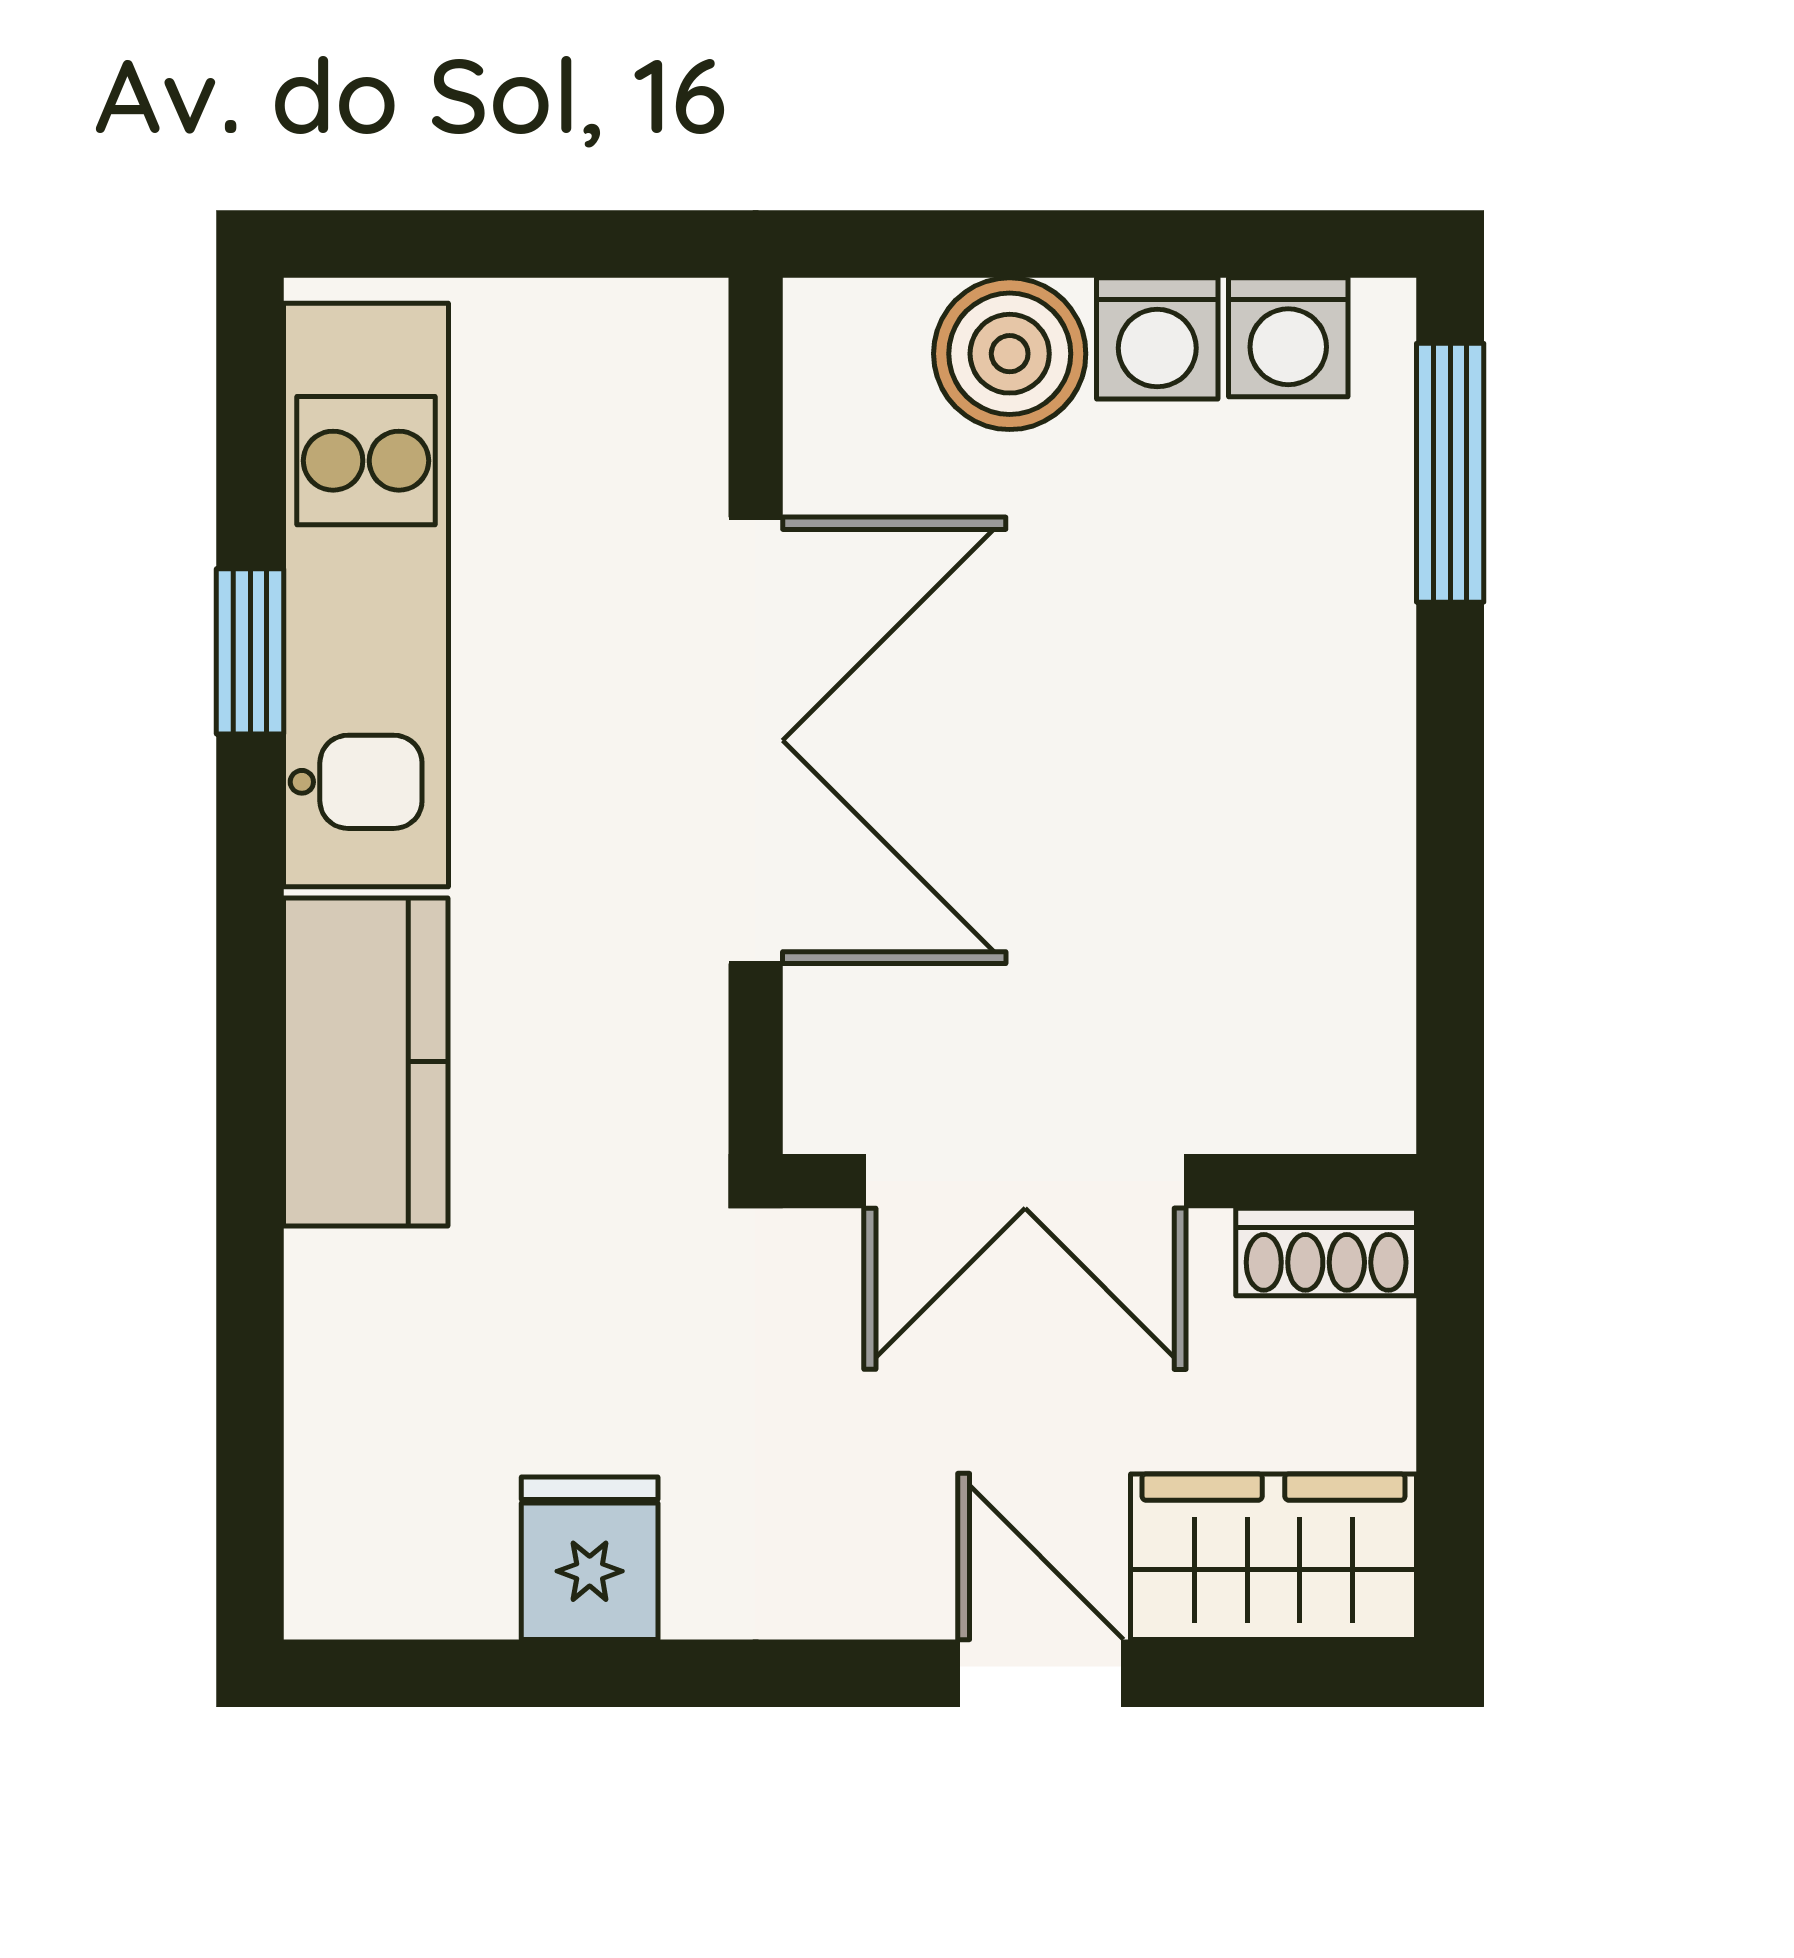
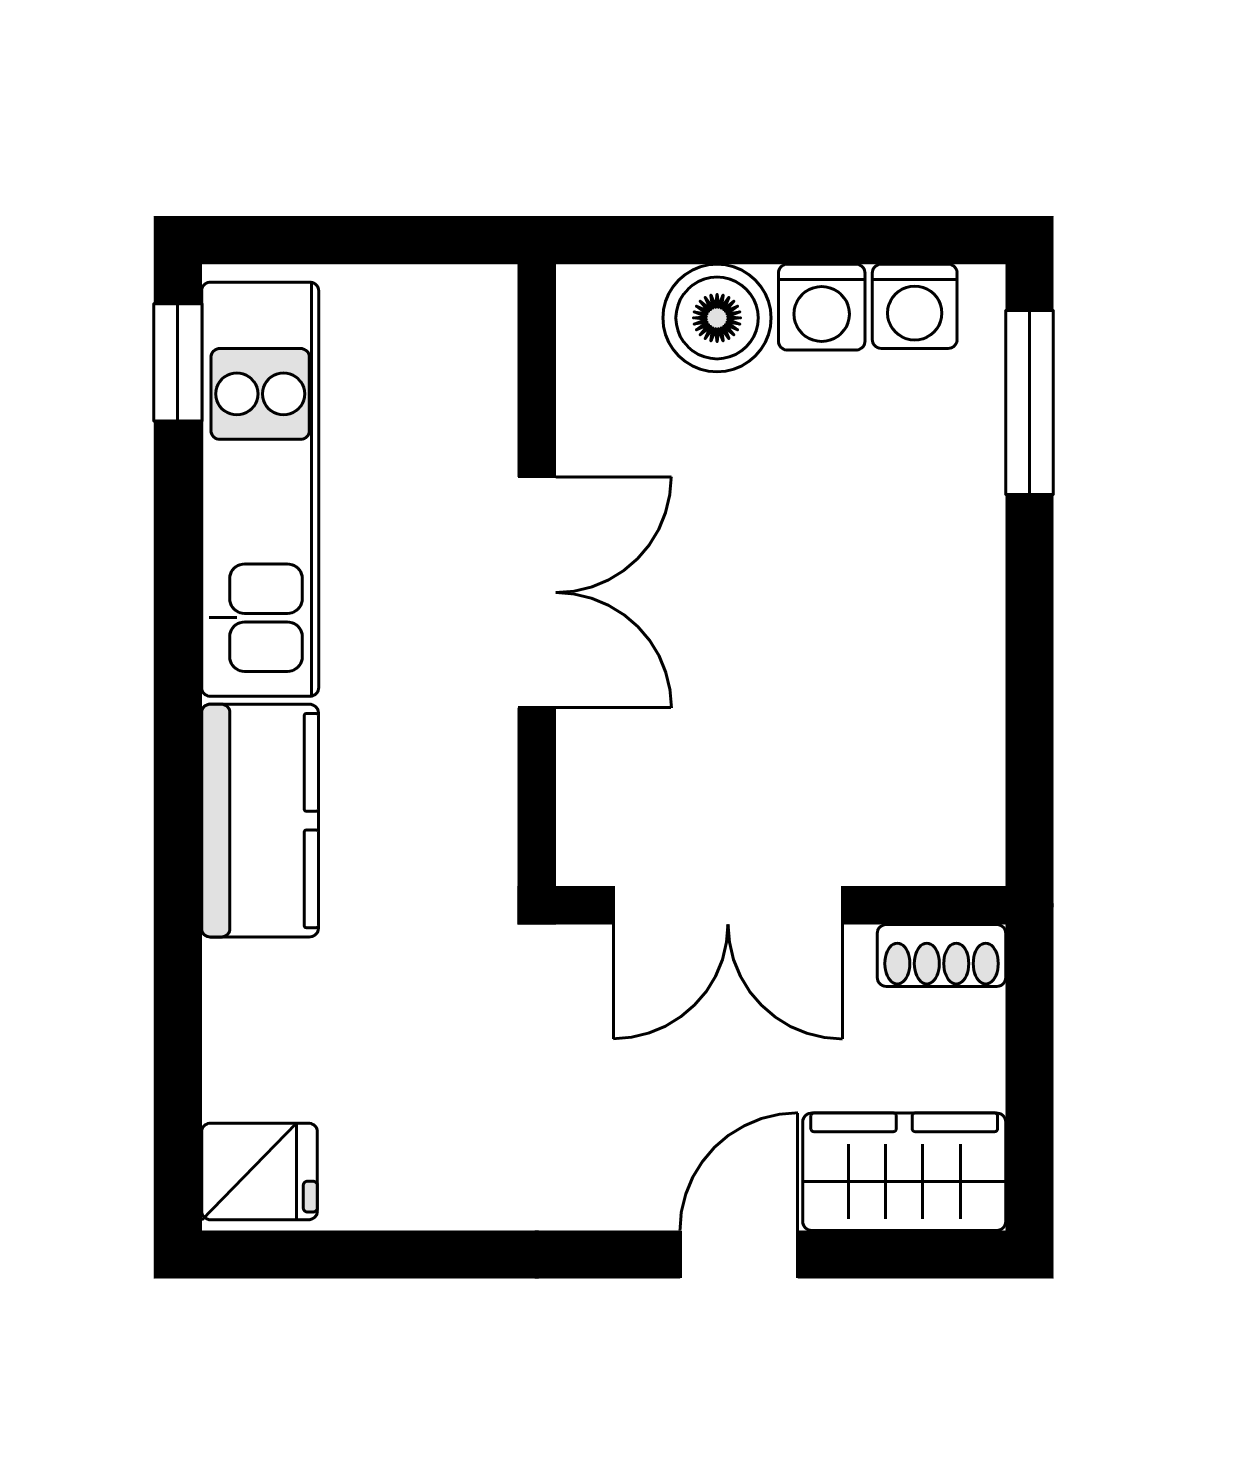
window: (250, 651) -> (178, 362), moved
double door: (756, 740) -> (537, 592), width x0.73
fridge: (590, 1558) -> (259, 1171), moved, turned 90
door: (1041, 1673) -> (739, 1254), hinge flipped

